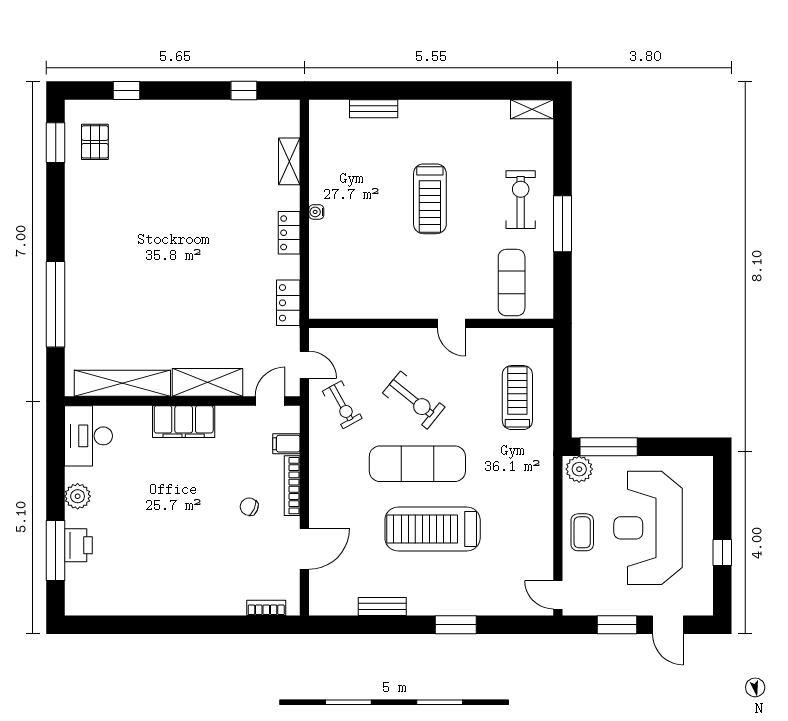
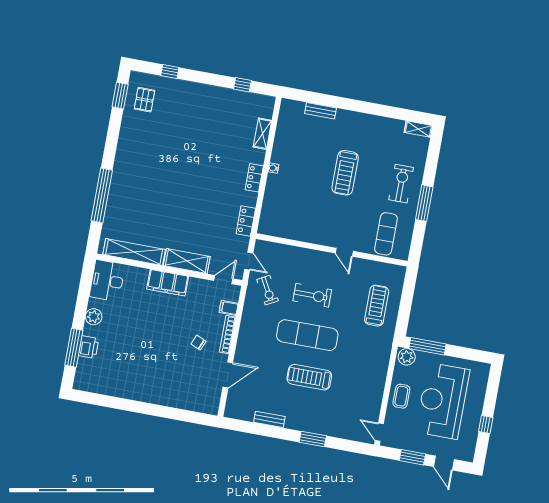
exercise bike: (414, 400) -> (312, 295), turned -39
treadmill: (433, 529) -> (309, 377), width x0.73, depth x0.73
bookcase: (266, 608) -> (198, 407), removed

